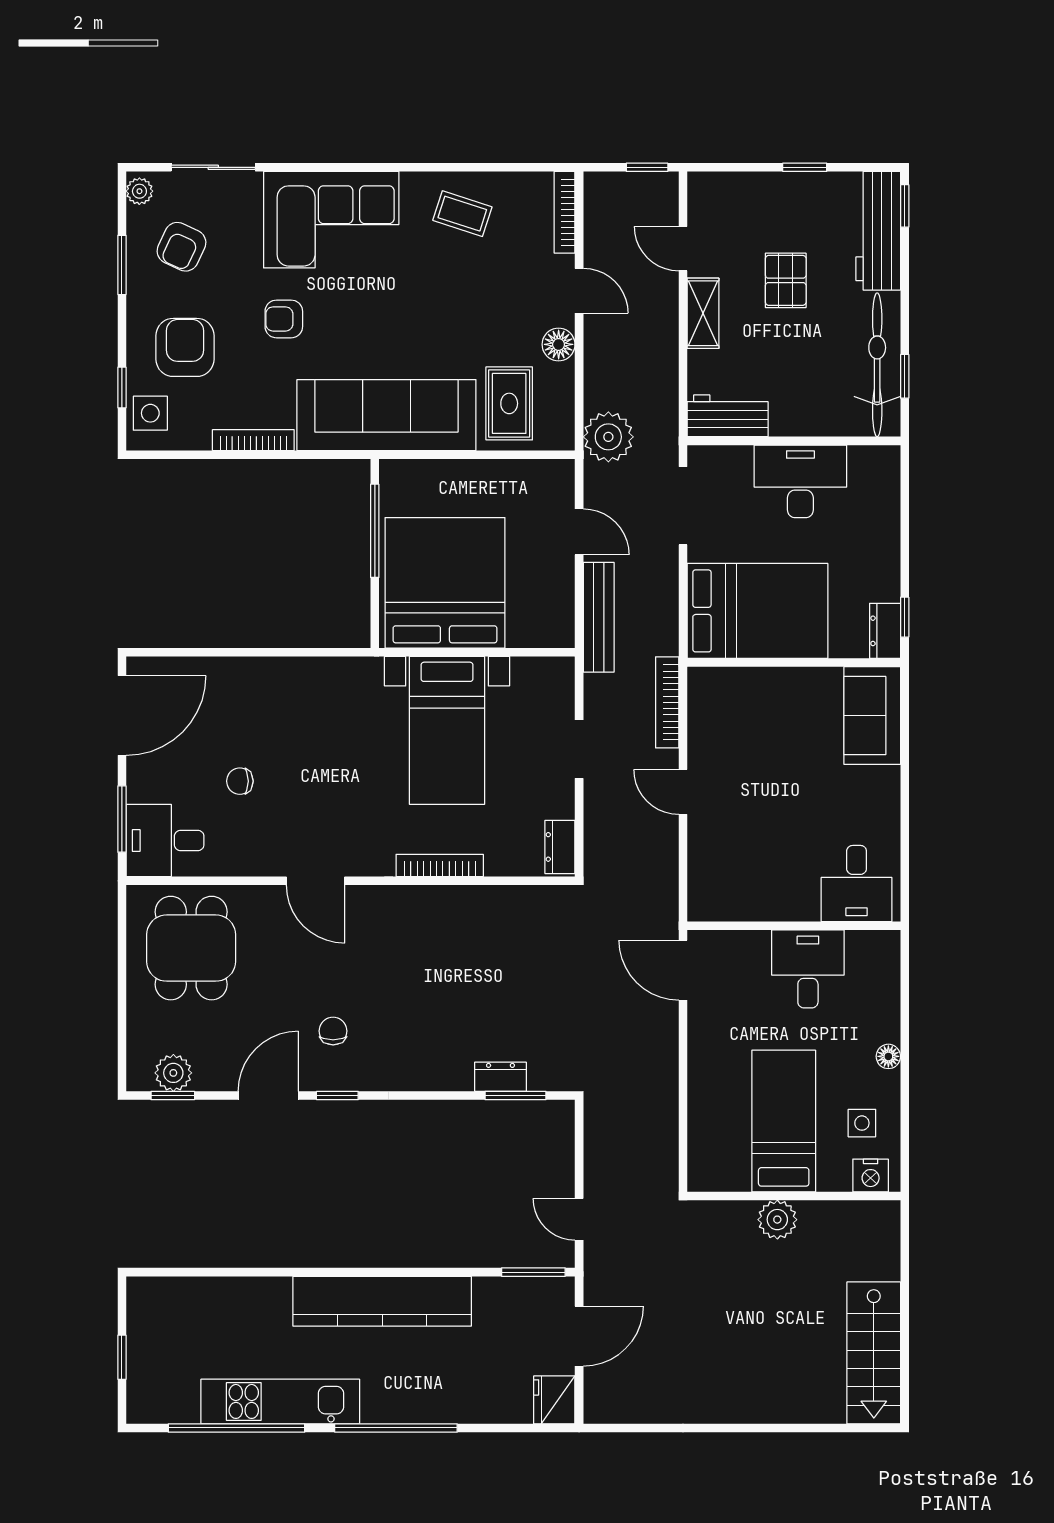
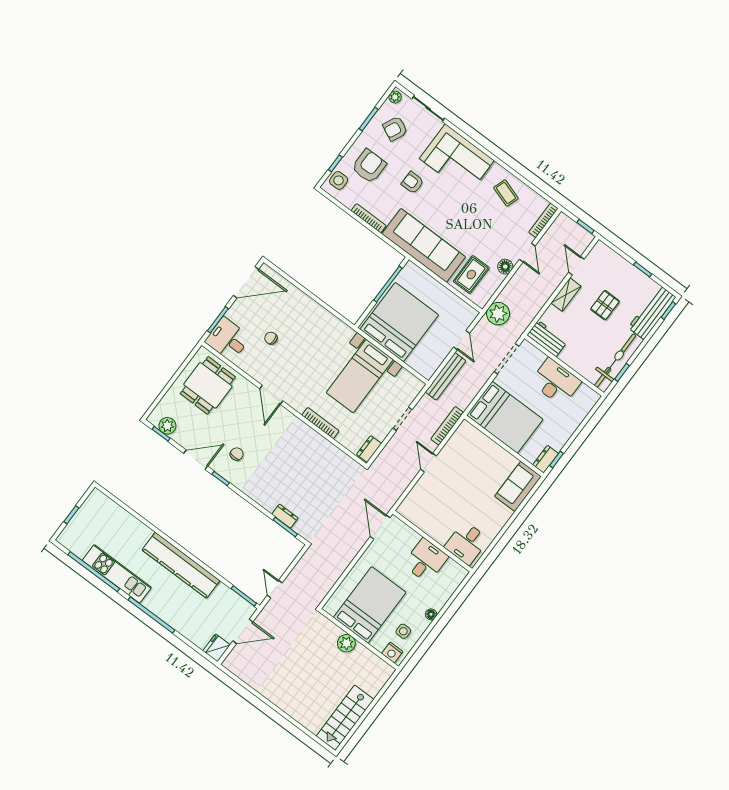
bed: (784, 1121) -> (370, 605), width x1.50

